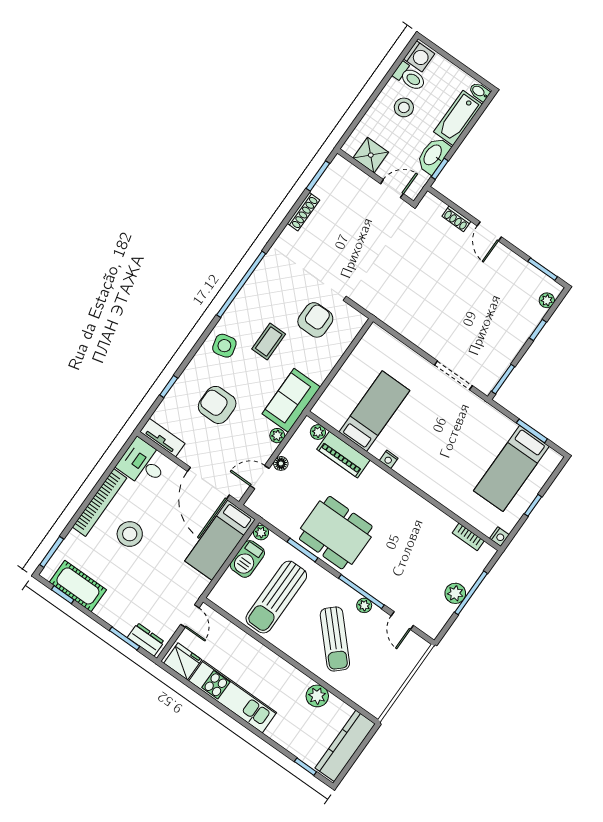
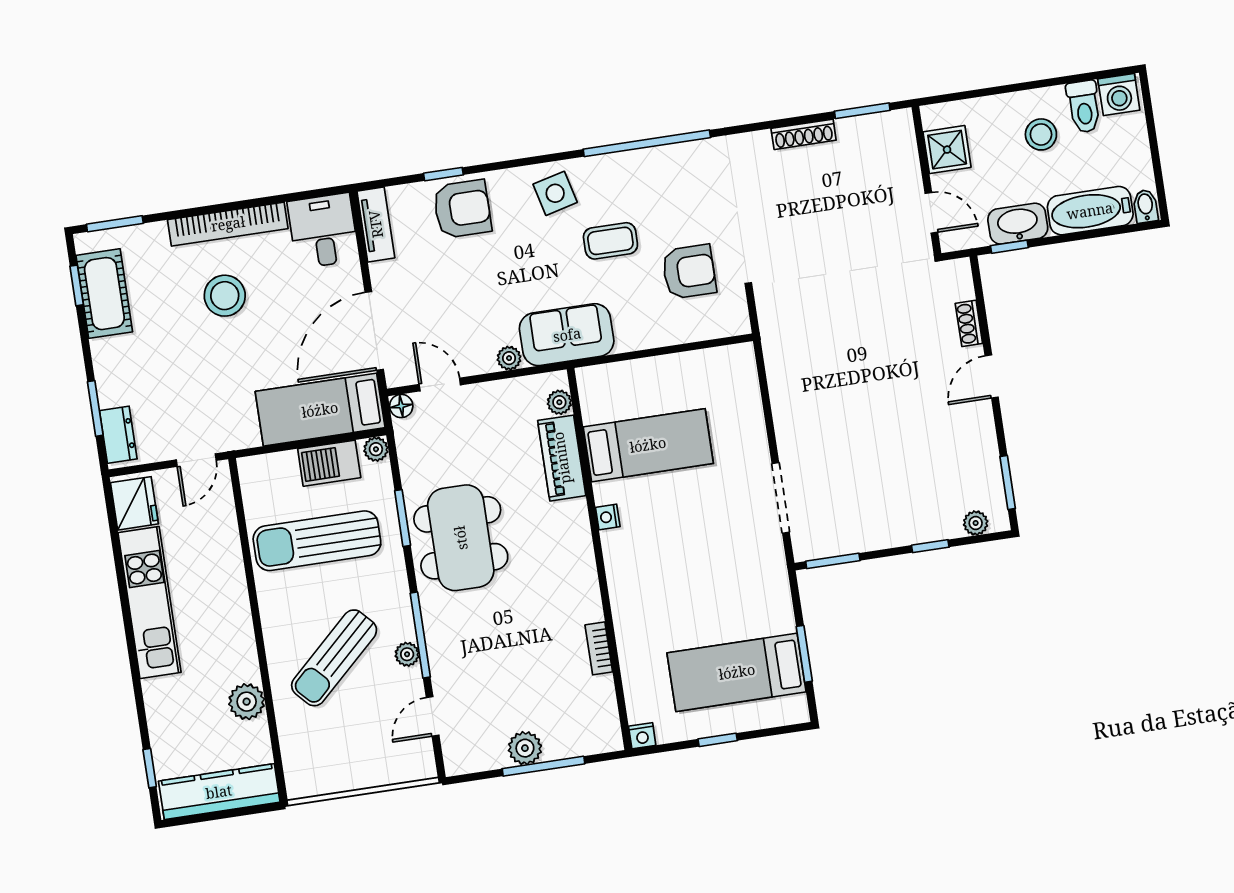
armchair: (217, 405) -> (462, 209), moved, turned 90
floor lamp: (281, 463) -> (401, 406), moved
bookcase: (468, 537) -> (599, 648), moved

